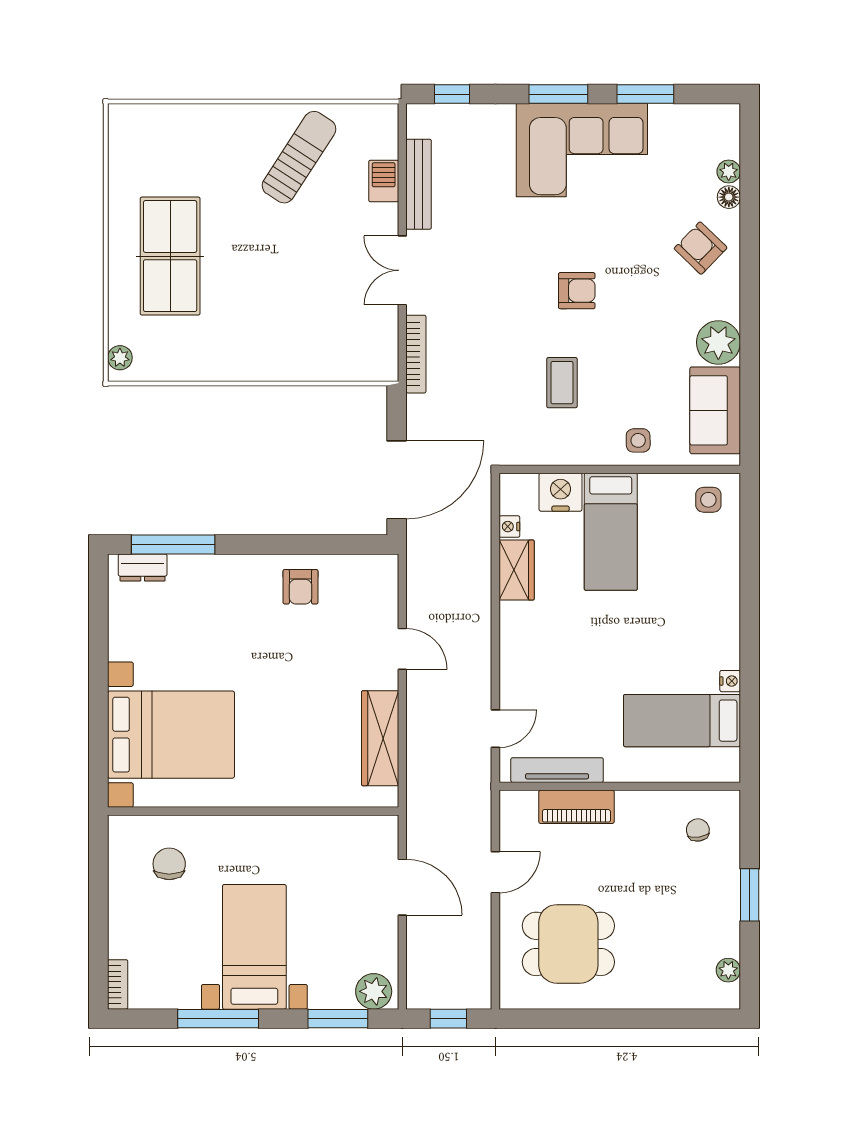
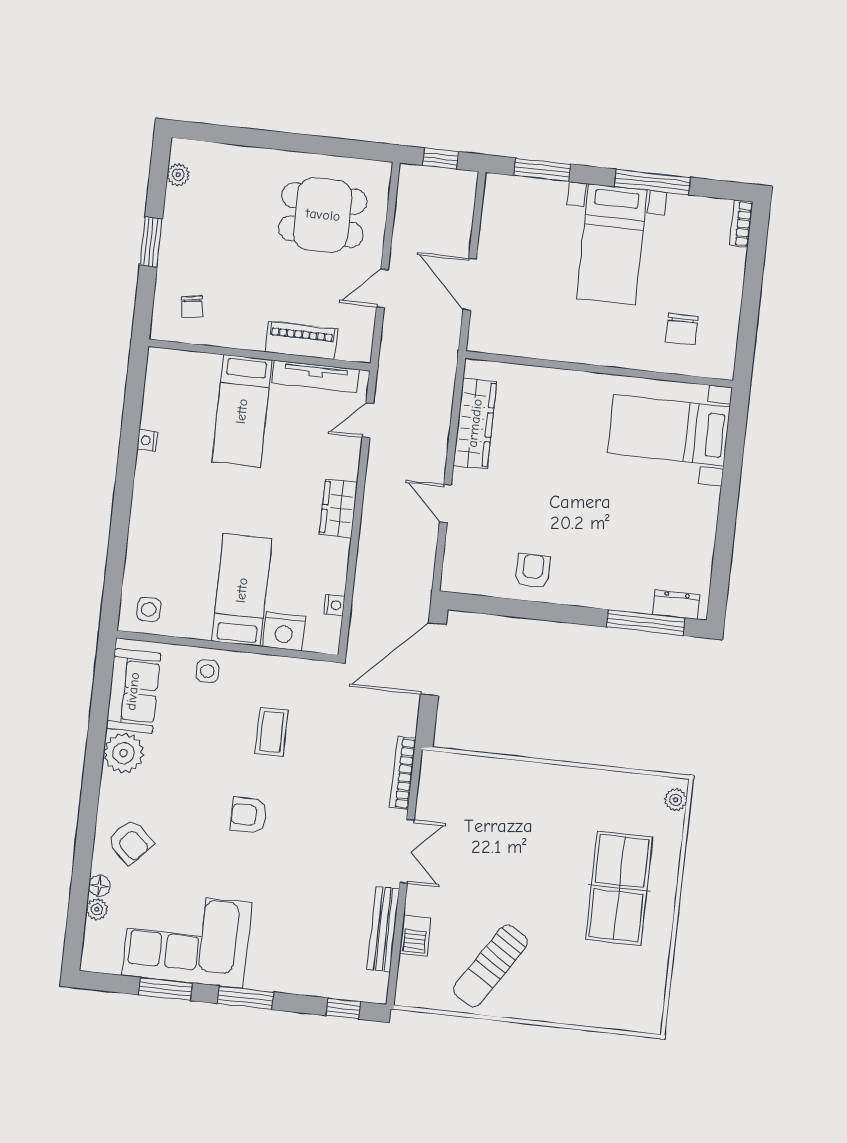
corner sofa: (582, 150) -> (187, 939), moved
wardrobe: (517, 570) -> (338, 508), moved
bed: (682, 721) -> (242, 411), moved, turned 90
bed with nightstands: (171, 735) -> (669, 430), width x0.73
plant: (374, 991) -> (507, 191), removed

